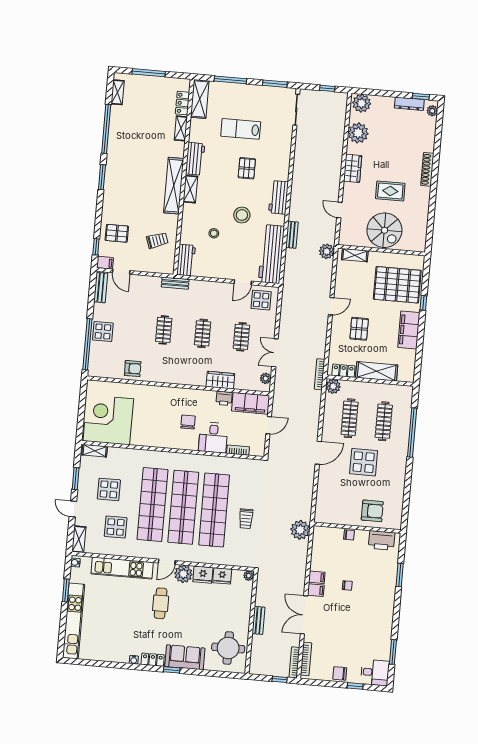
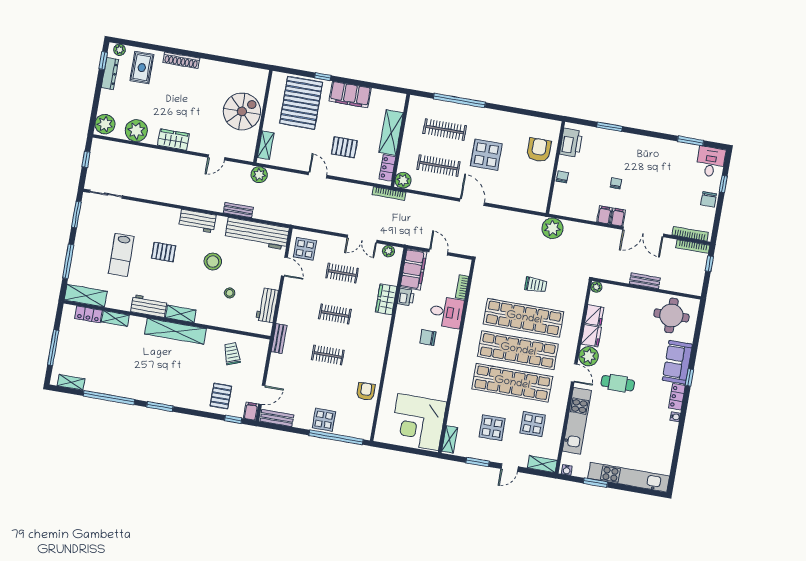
rug: (390, 191) -> (142, 68), moved
workbench: (186, 260) -> (267, 305), moved, turned -90

